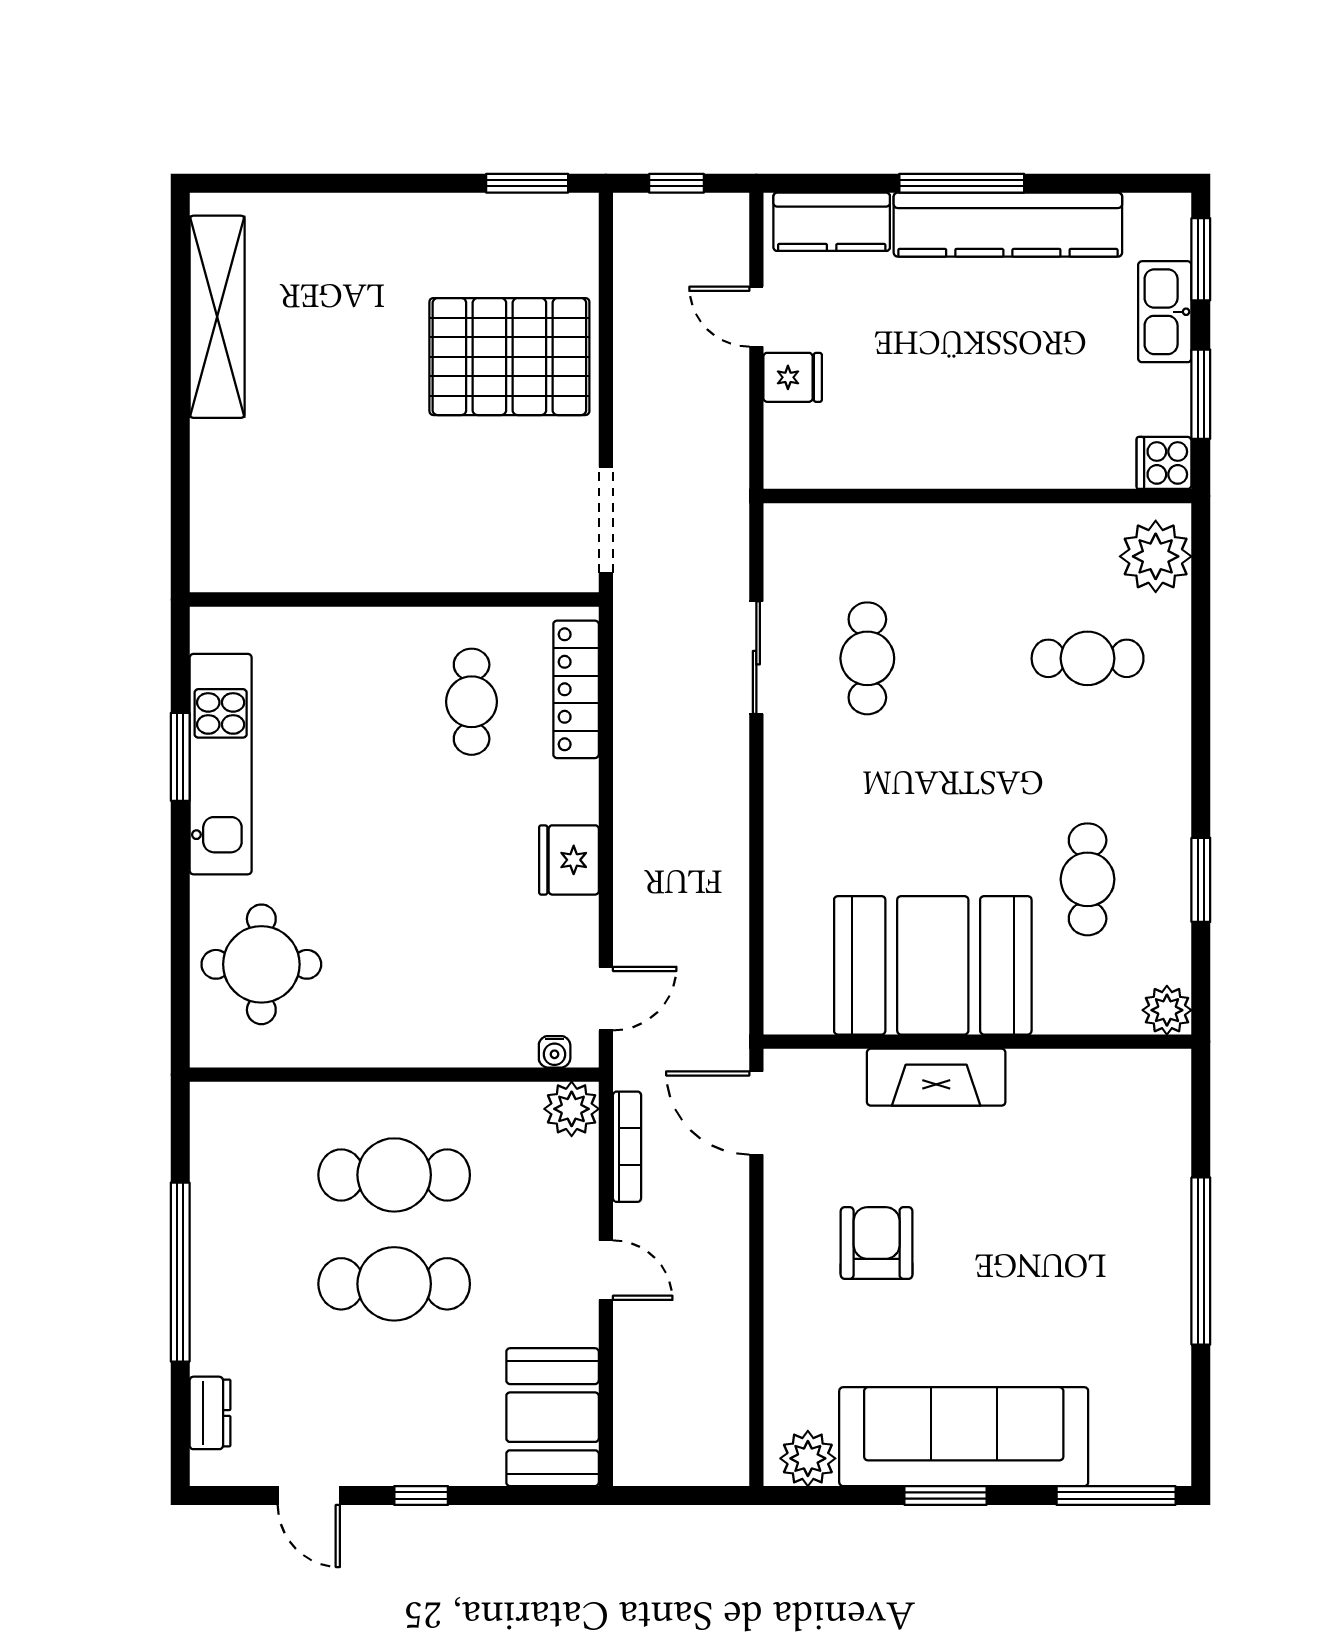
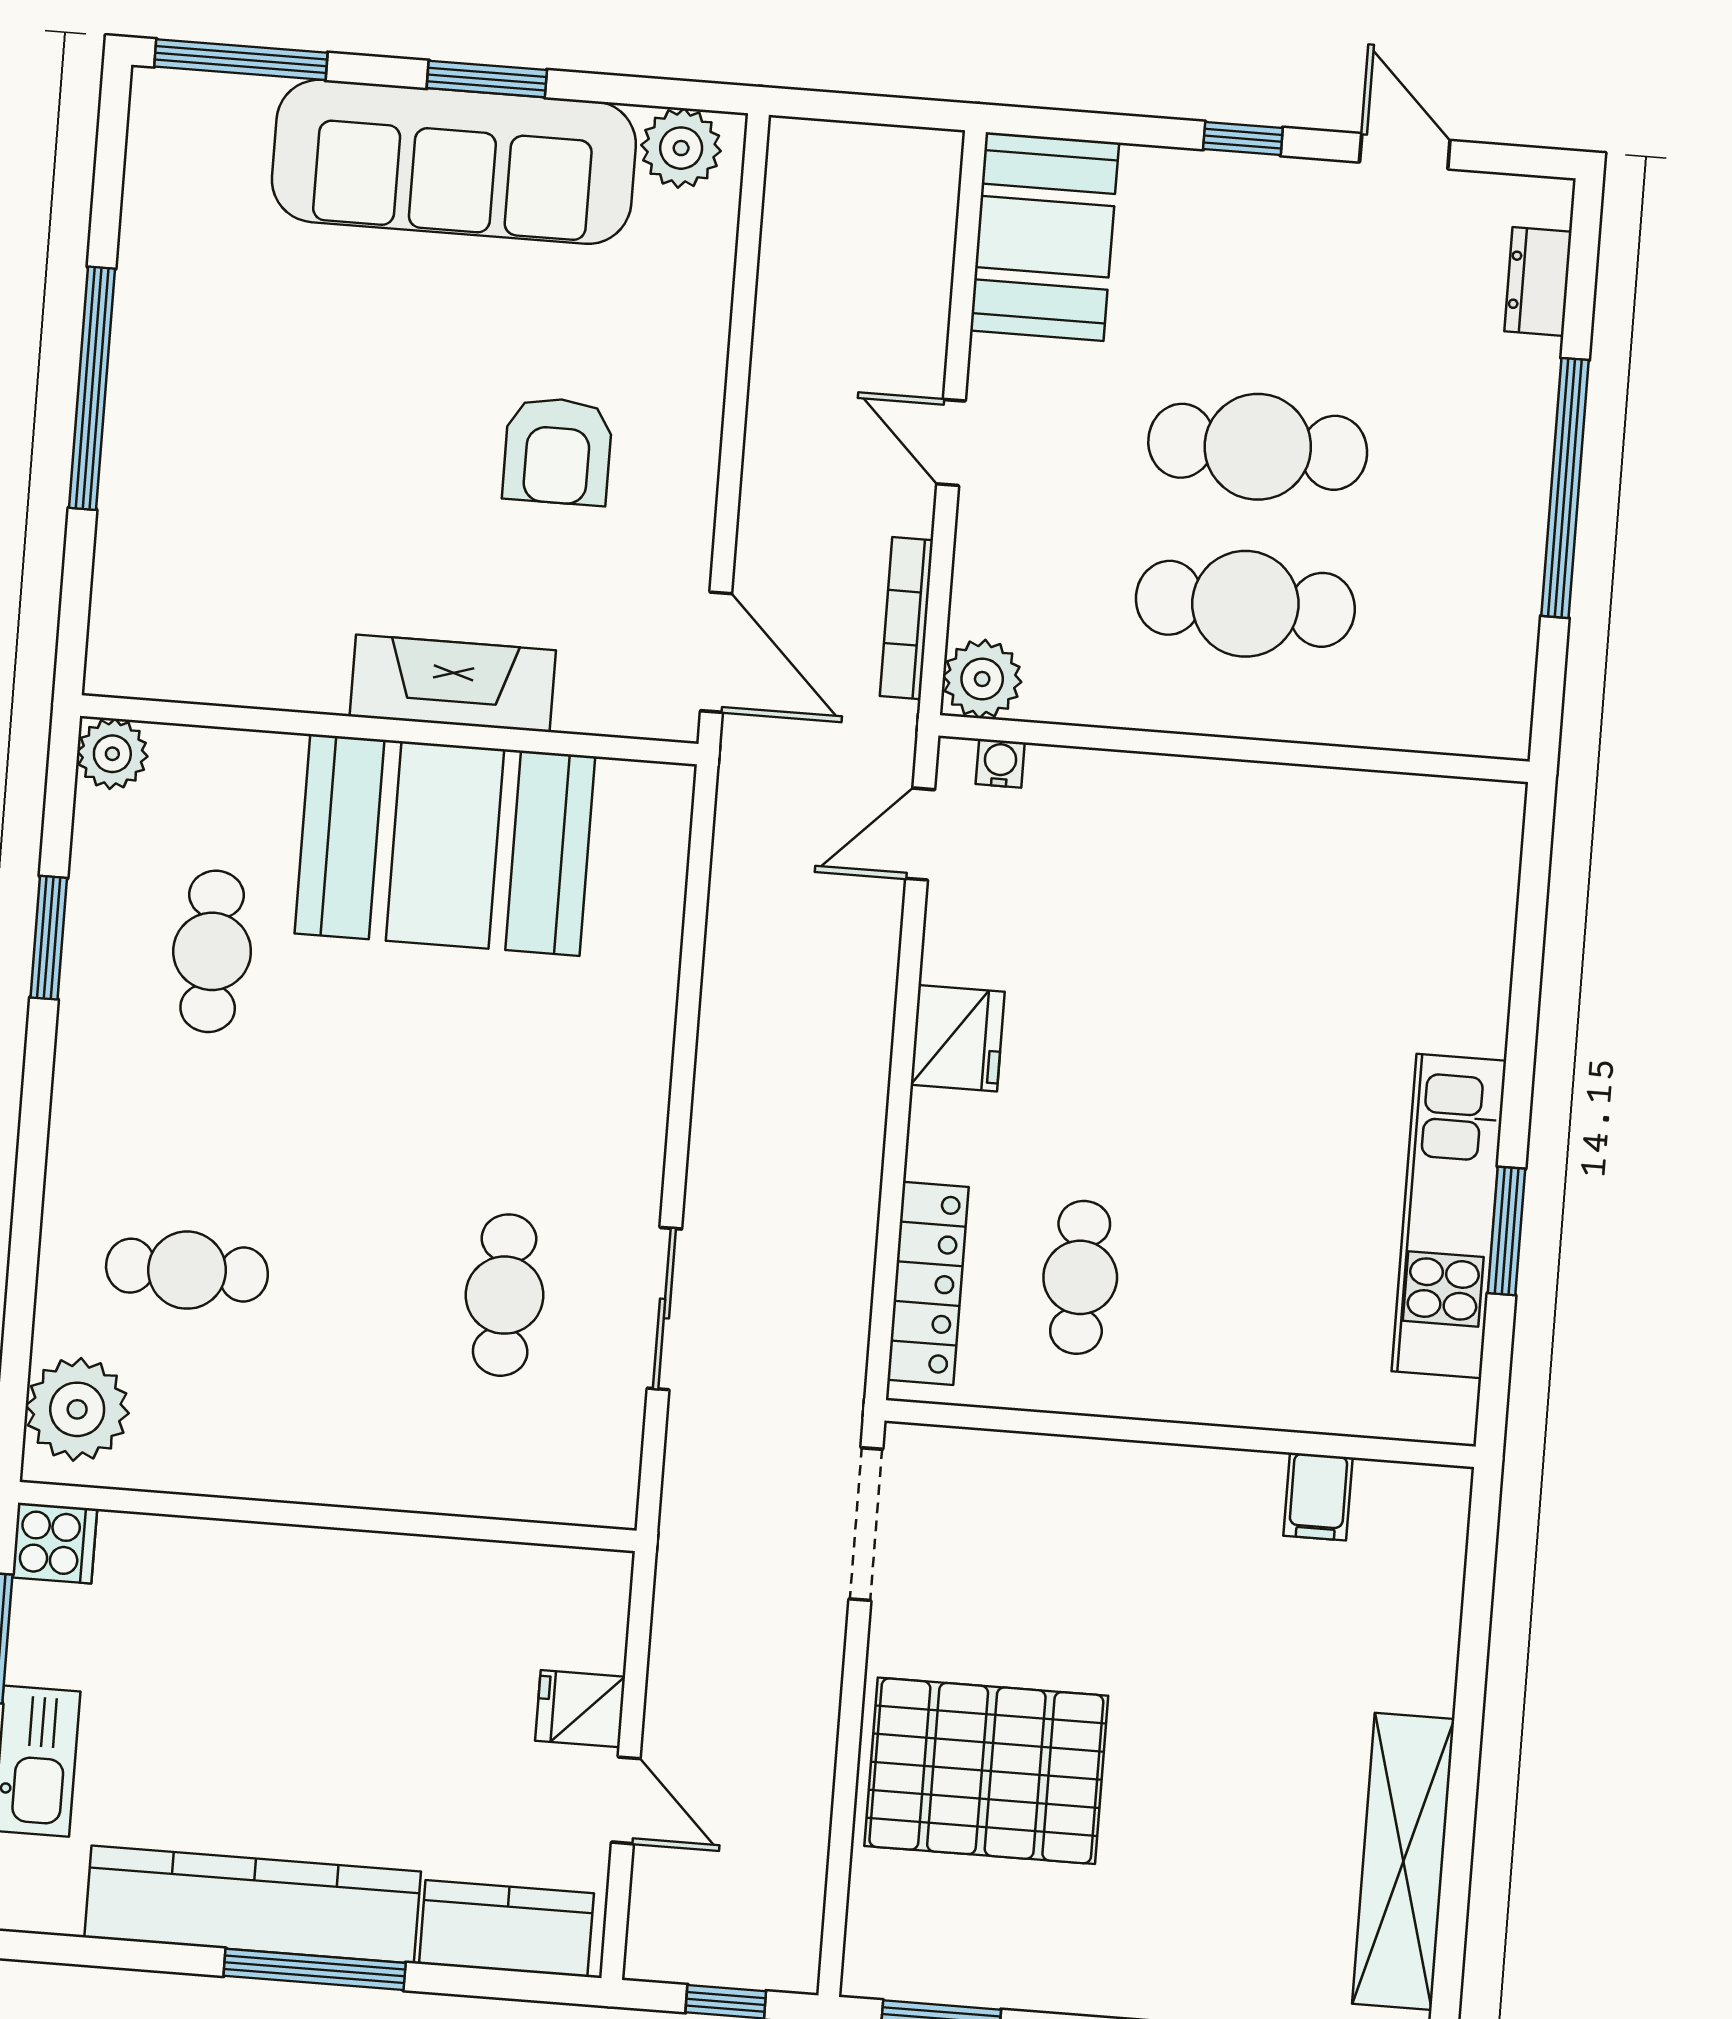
filing cabinet: (296, 564) -> (1318, 1497), added
round table: (261, 964) -> (1413, 923), removed

